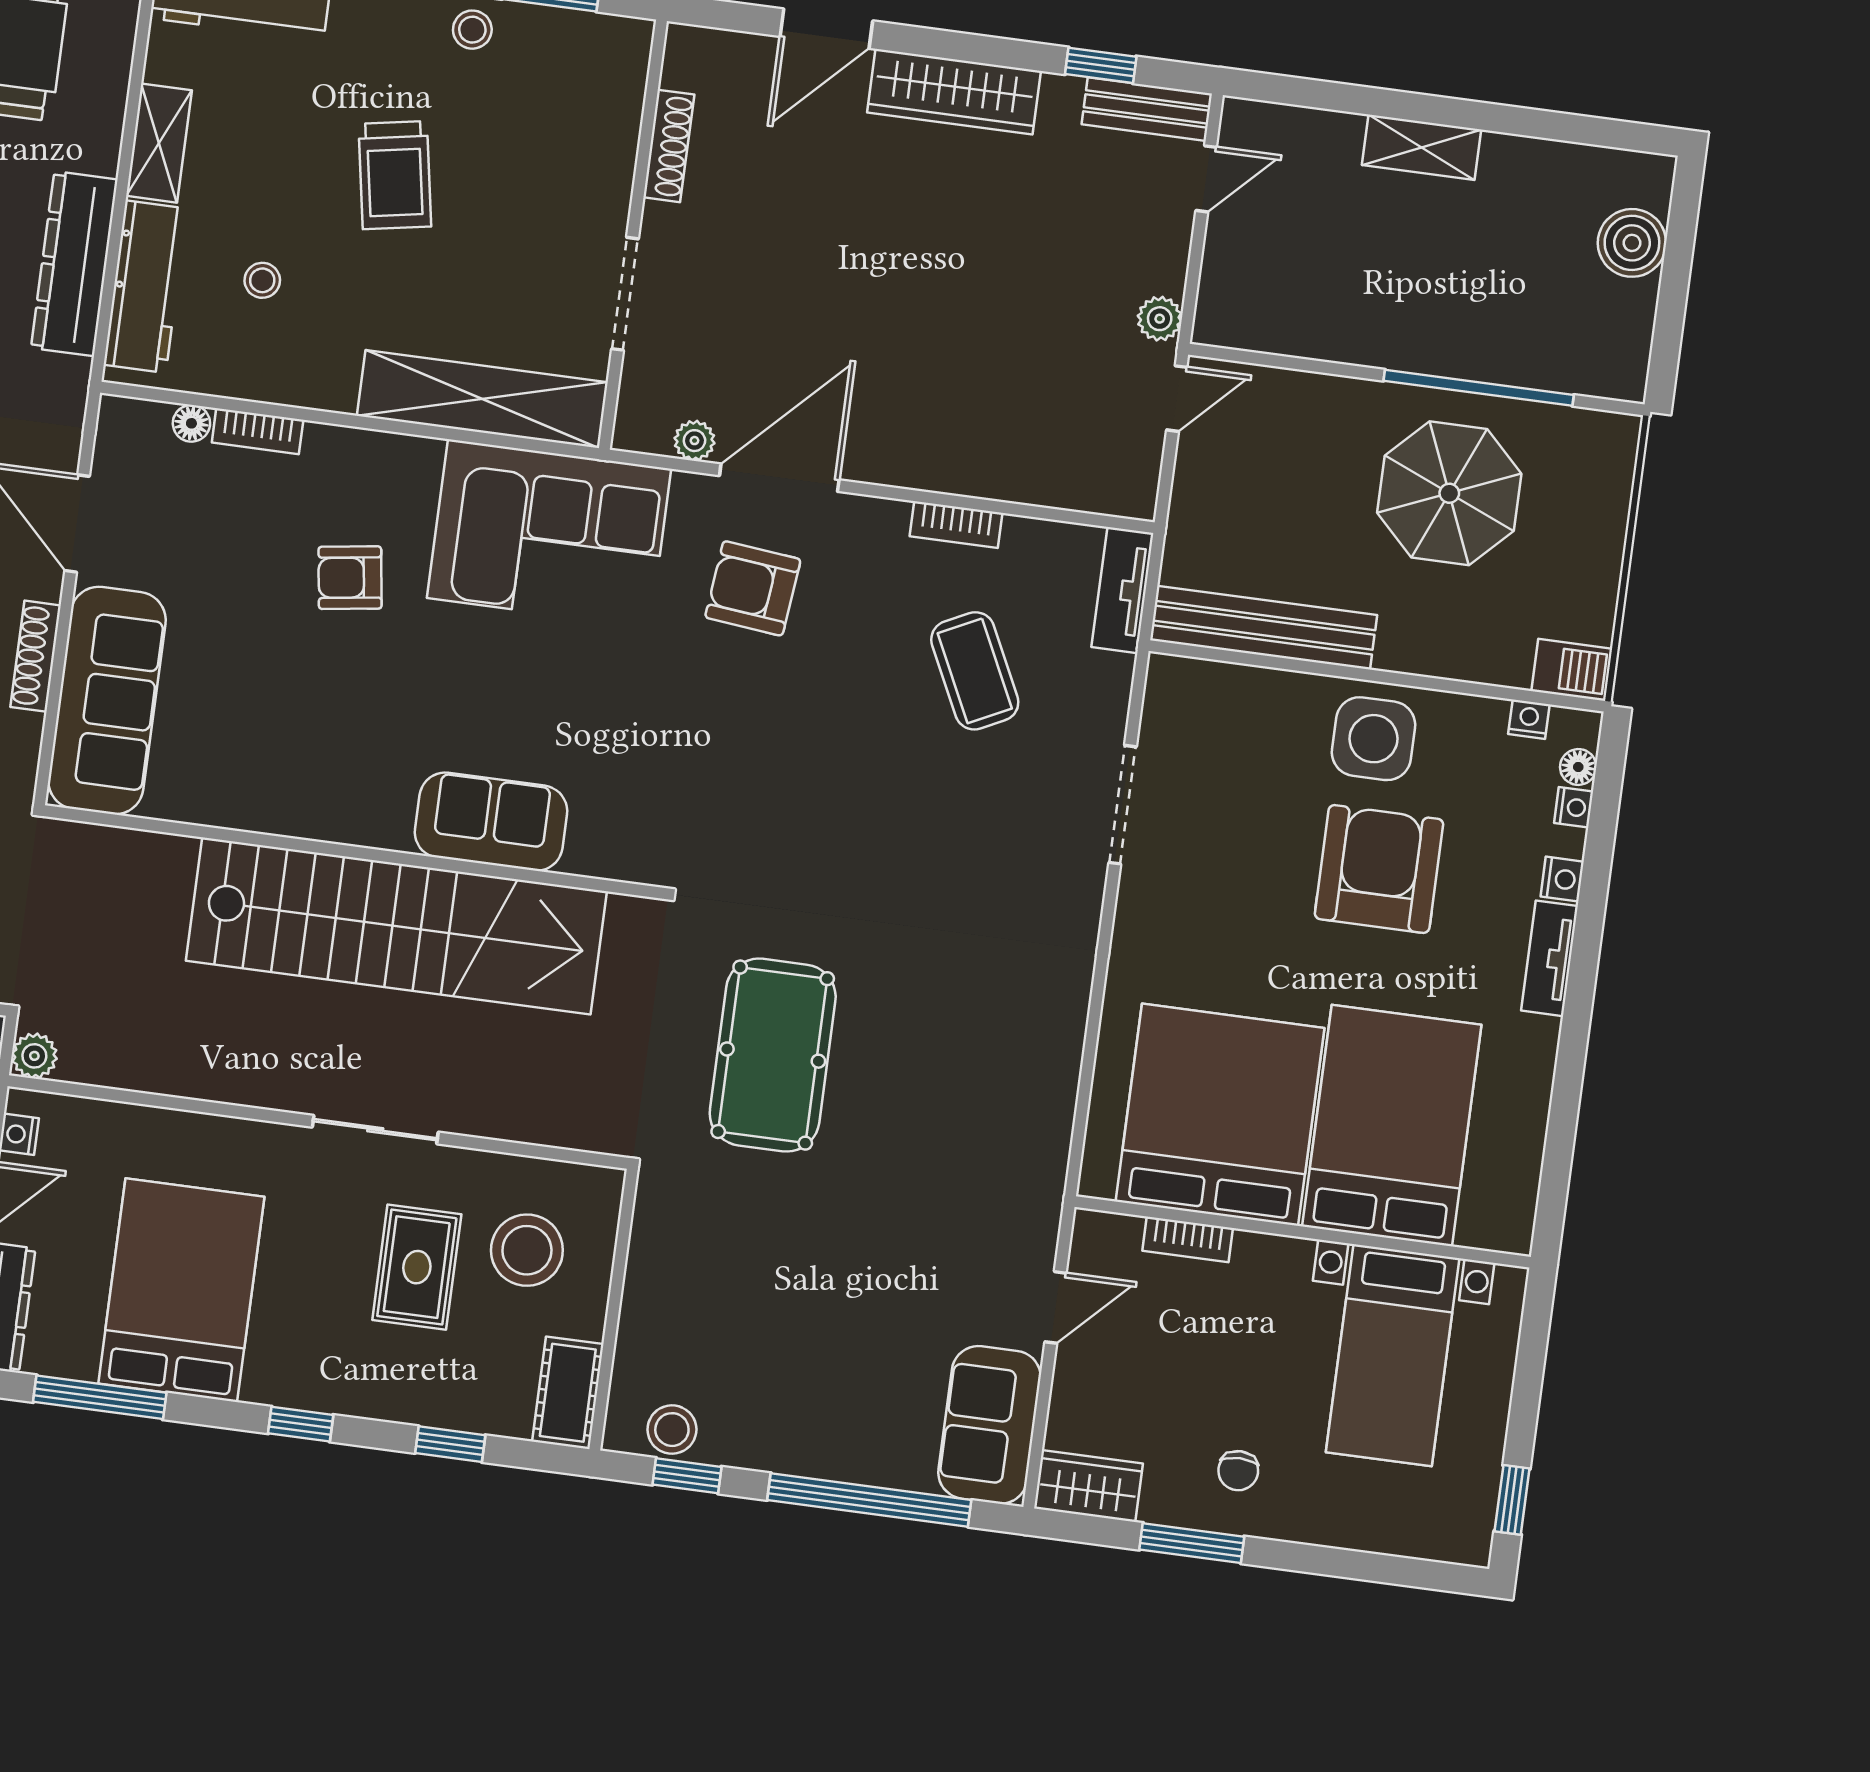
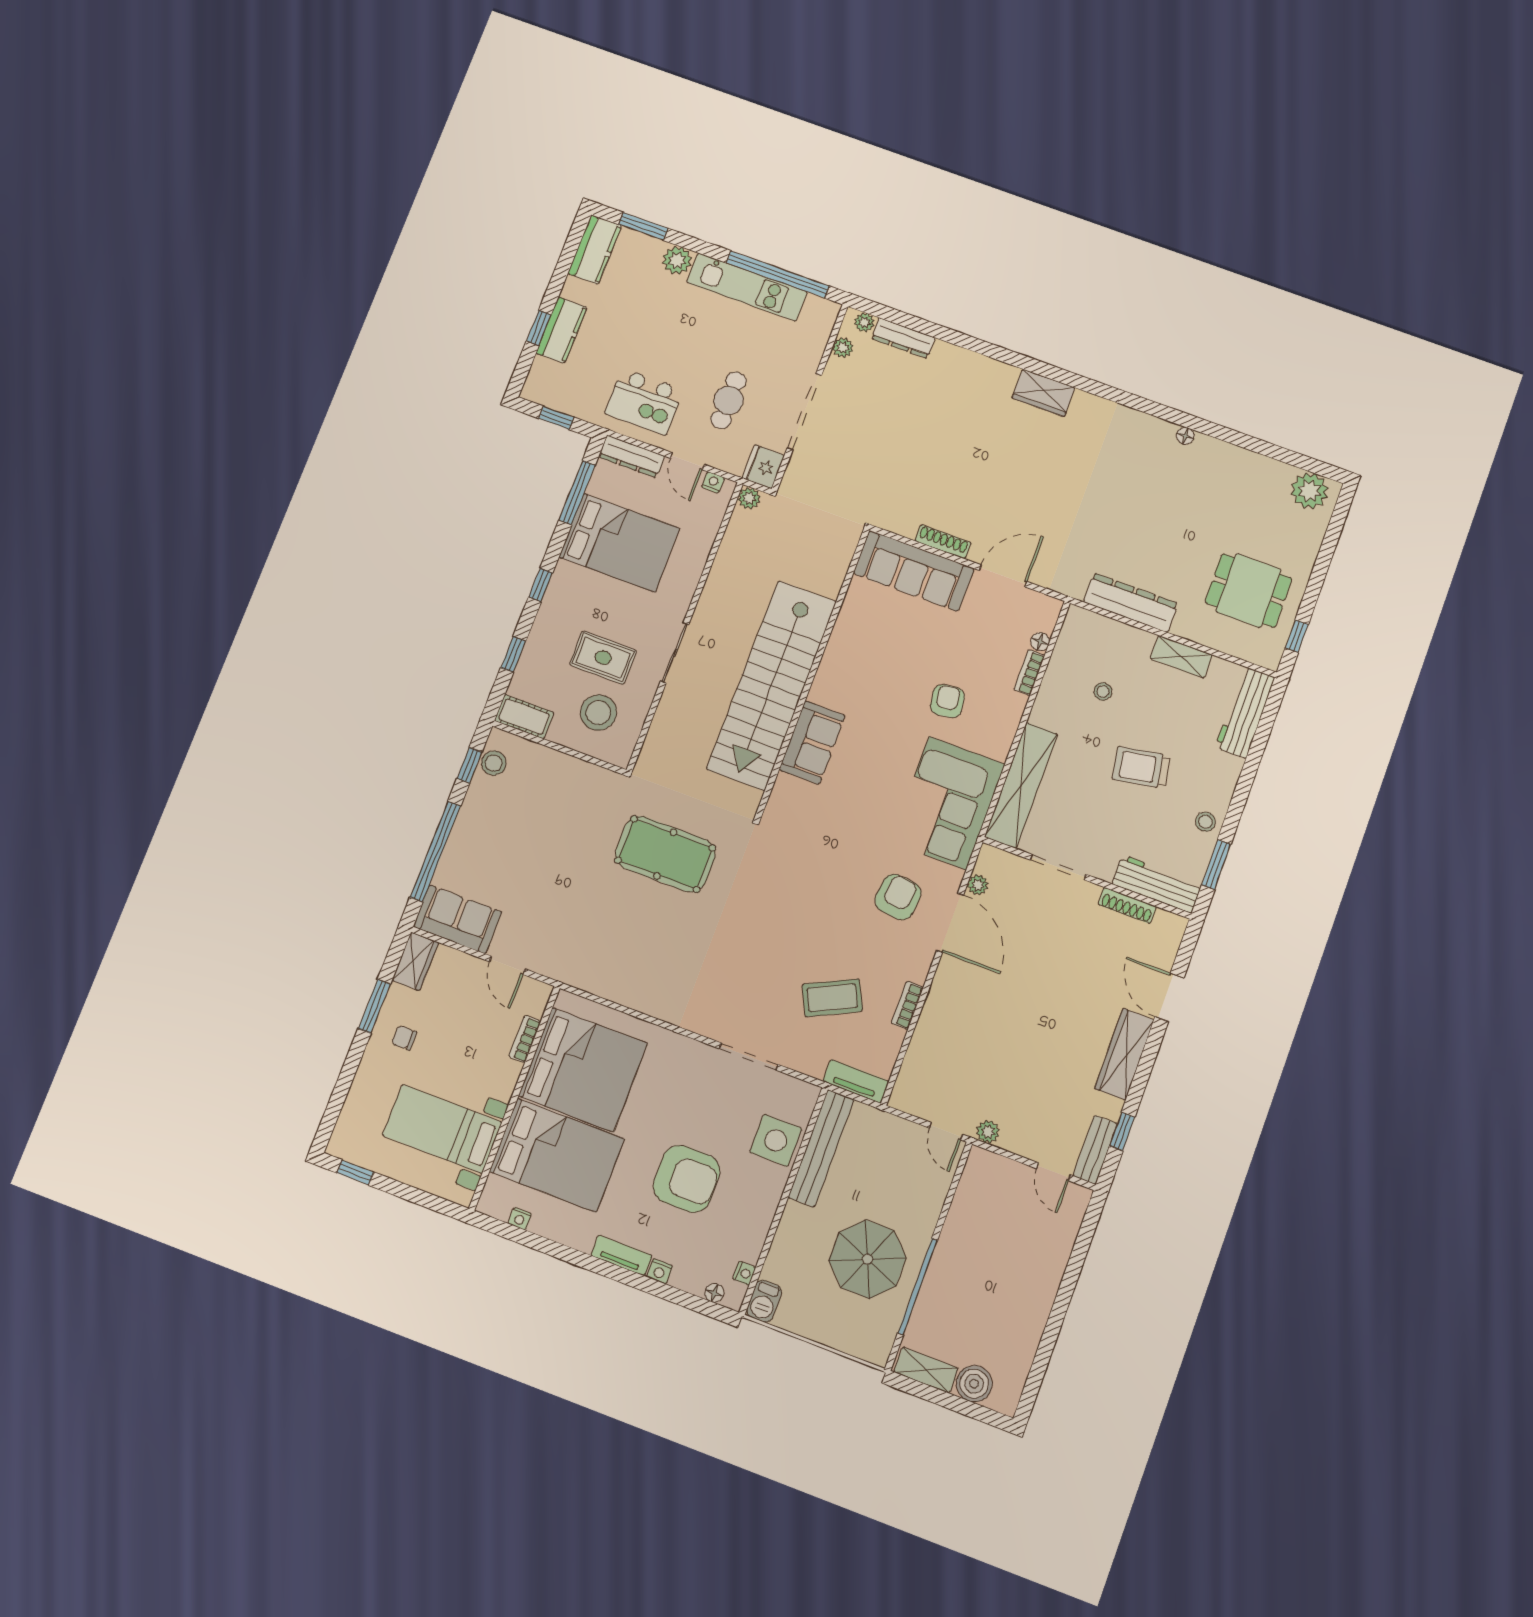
shelving: (1422, 147) -> (926, 1370), moved, turned 90
workbench: (146, 287) -> (1157, 884), moved, turned 180
side table: (1374, 739) -> (776, 1140), moved
nightstand: (1574, 807) -> (520, 1219), moved

